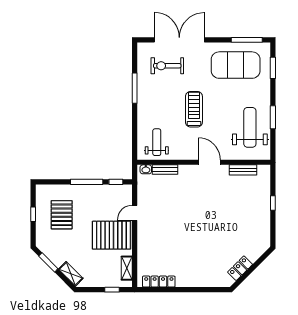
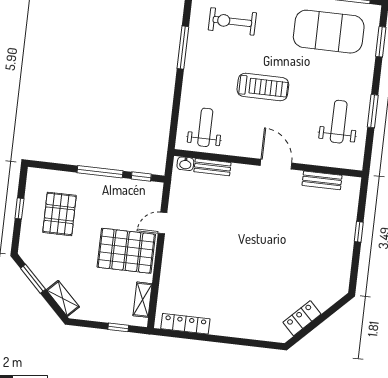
treadmill: (194, 109) -> (263, 87), turned 90
weight bench: (250, 127) -> (339, 122), width x0.73, depth x0.75

